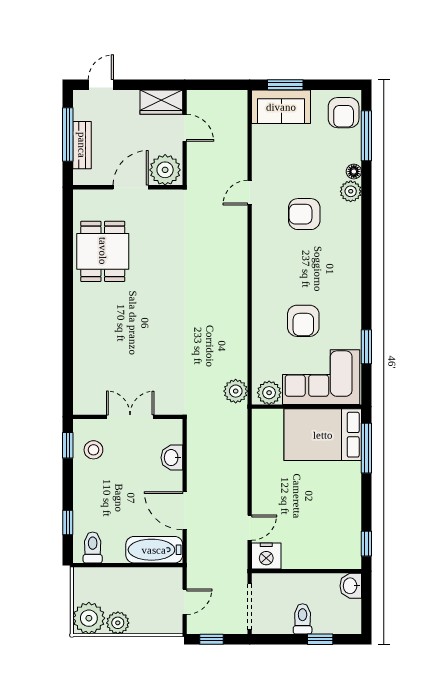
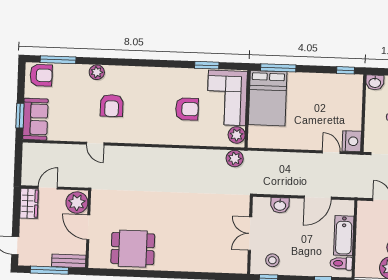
bench: (82, 145) -> (69, 261), moved
floor lamp: (354, 172) -> (83, 70), removed
bathtub: (154, 550) -> (344, 236), moved

